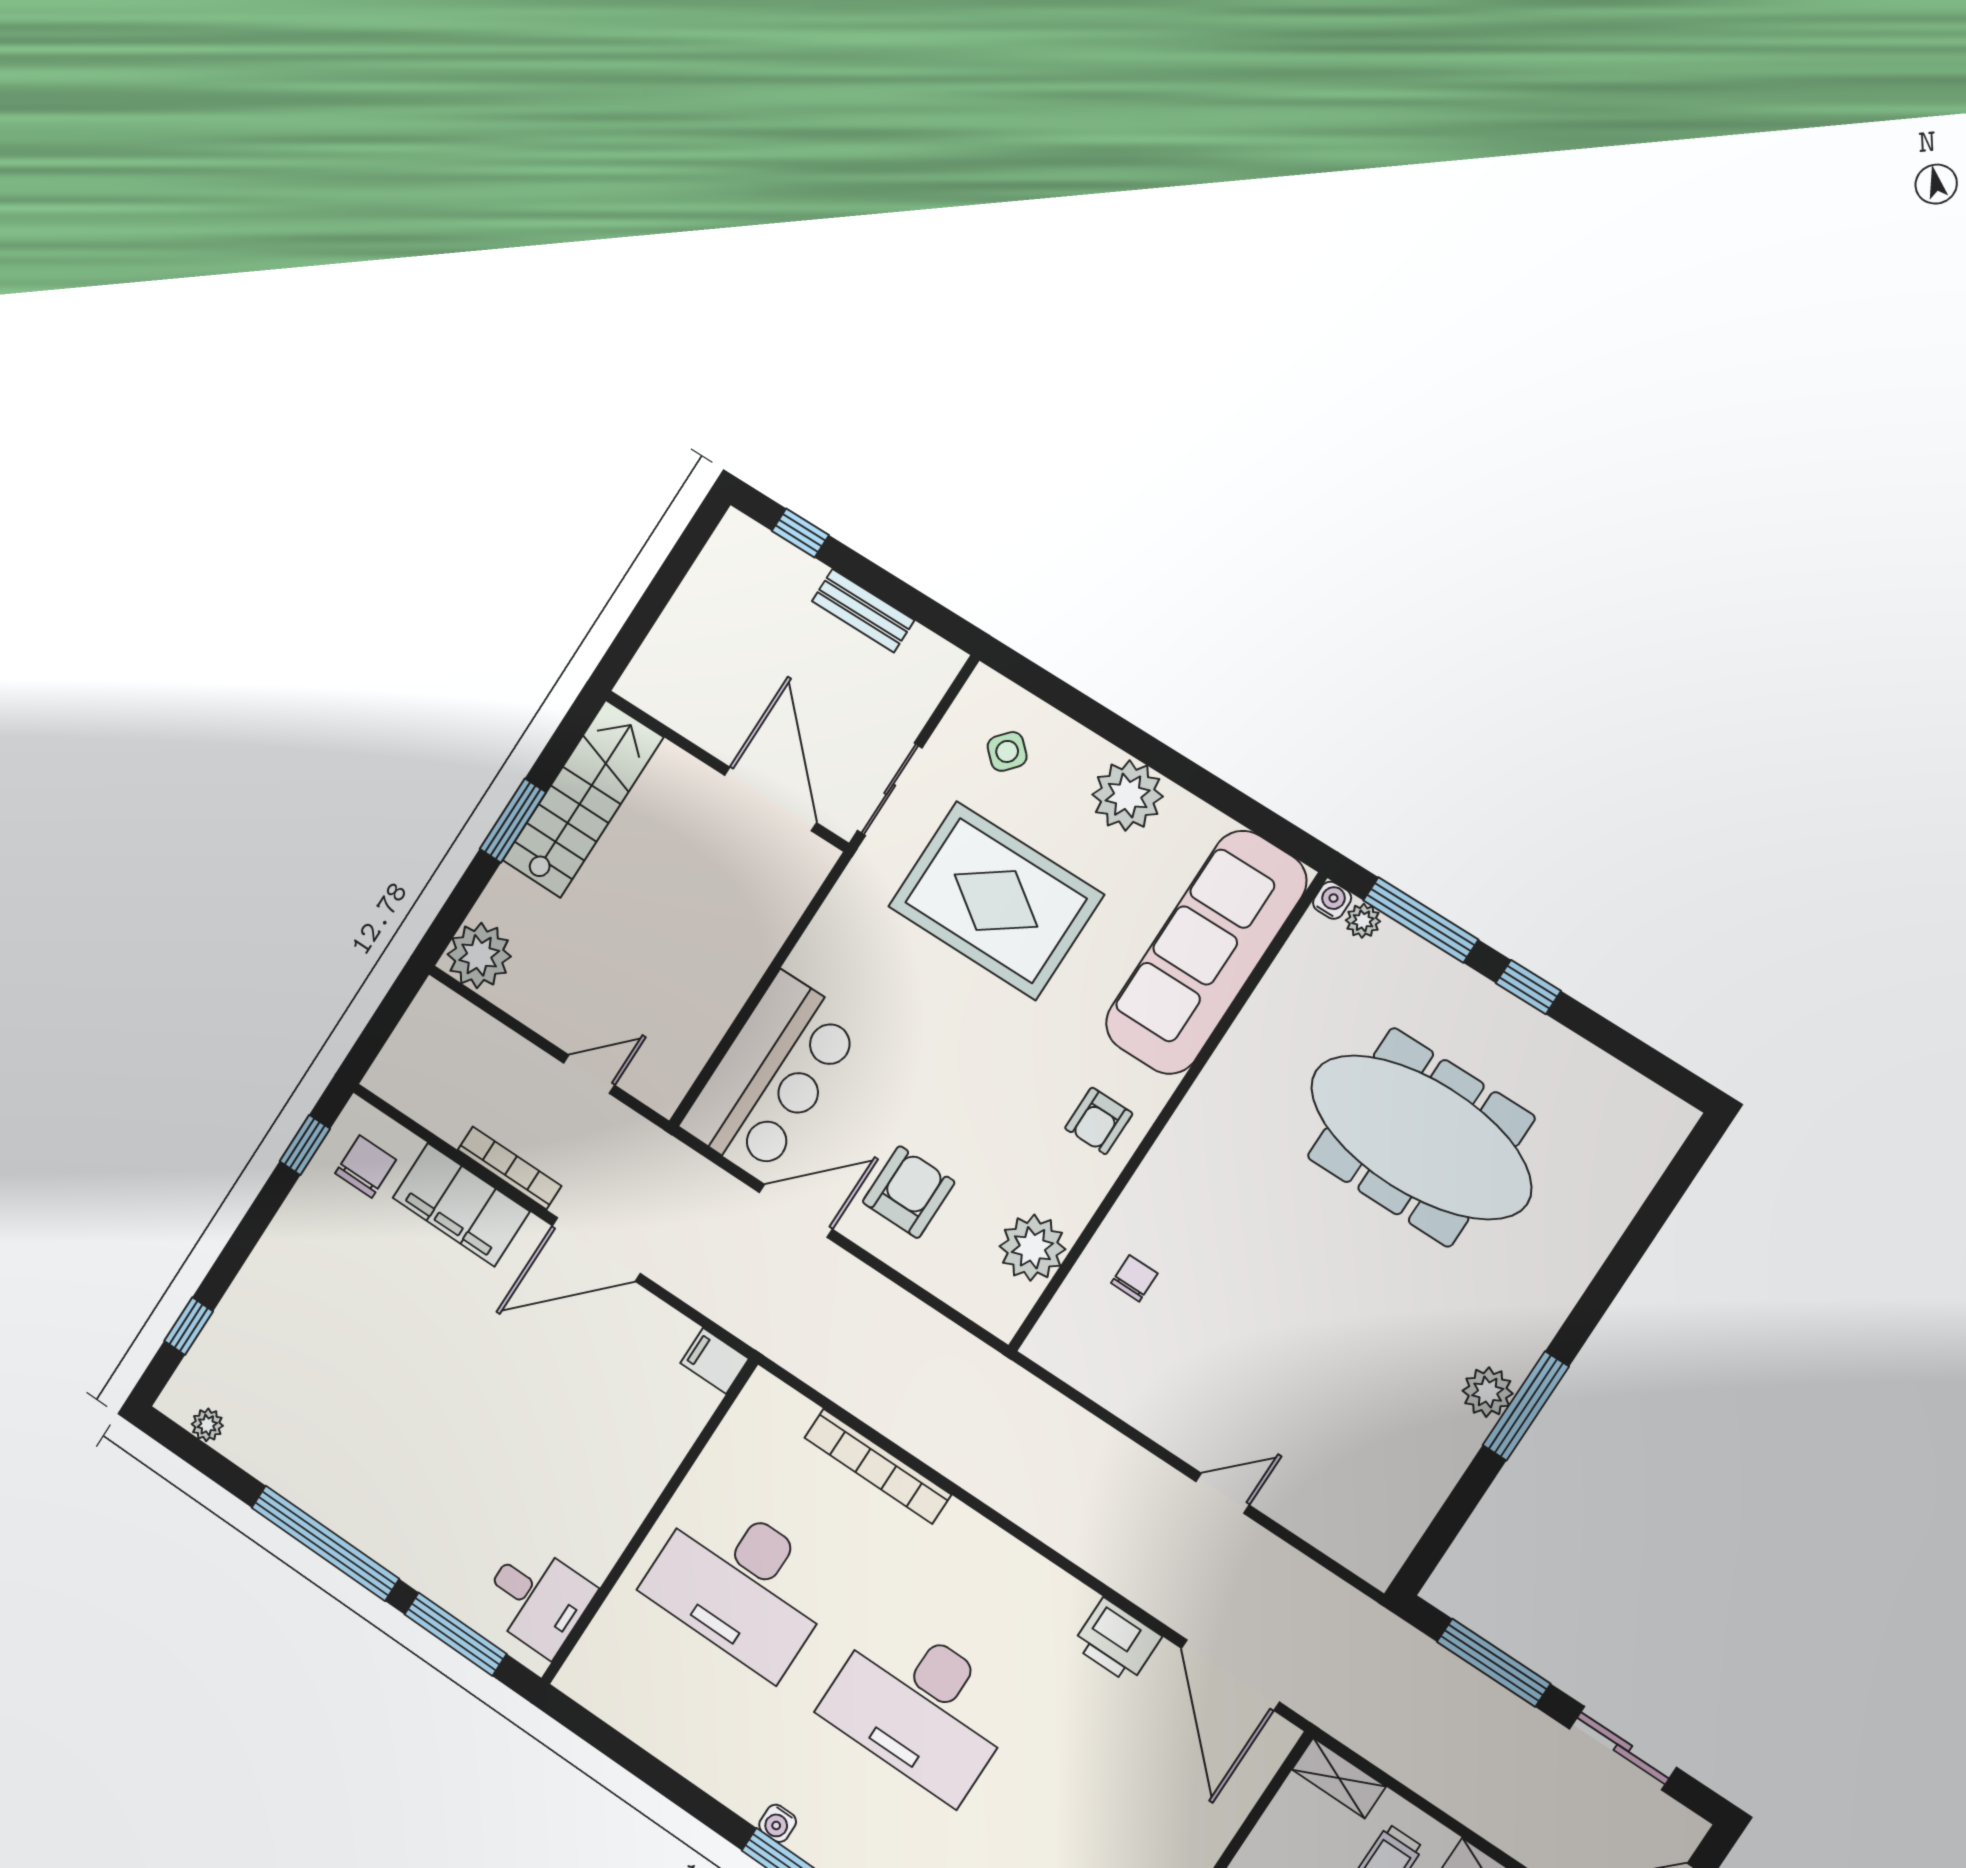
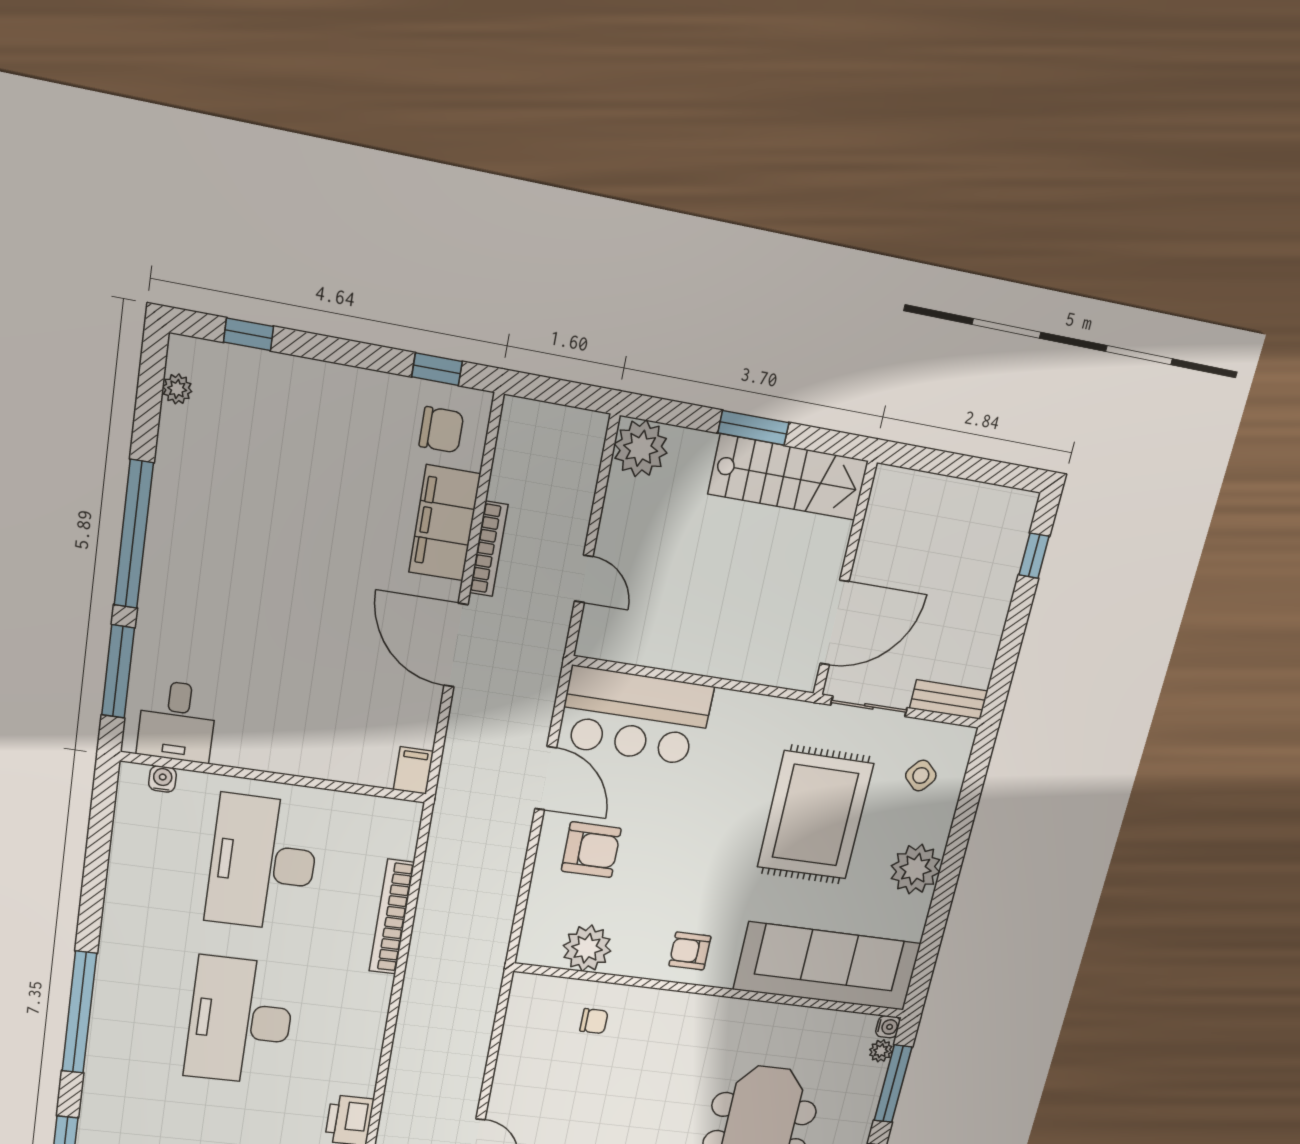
bench: (863, 611) -> (949, 700), moved, turned 90
water cooler: (778, 1823) -> (162, 779), moved, turned 90

